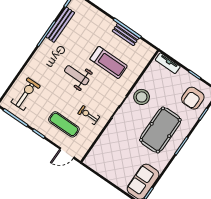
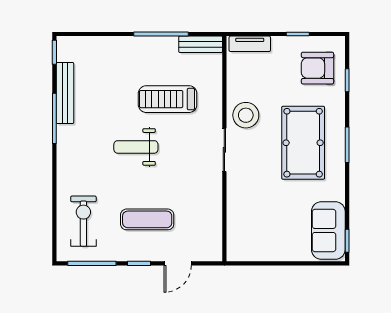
bench: (126, 34) -> (201, 44), moved
treadmill: (109, 62) -> (168, 99), turned 180
armchair: (193, 98) -> (317, 68), turned 90
exercise bike: (89, 115) -> (190, 190), removed
exercise mat: (64, 124) -> (147, 219), moved
door: (67, 153) -> (178, 263), moved

